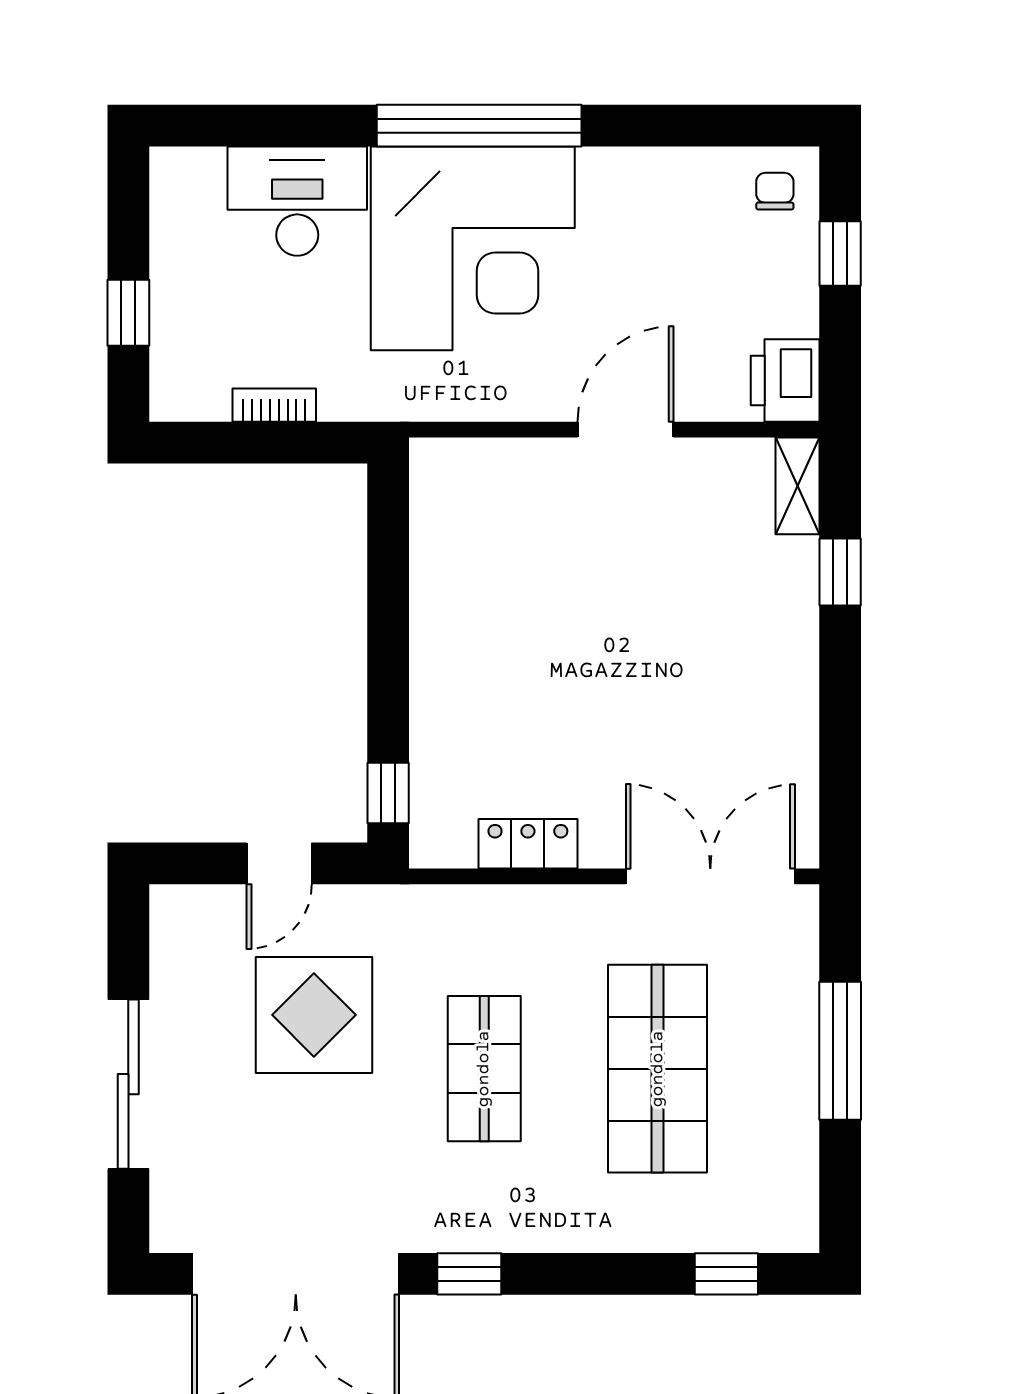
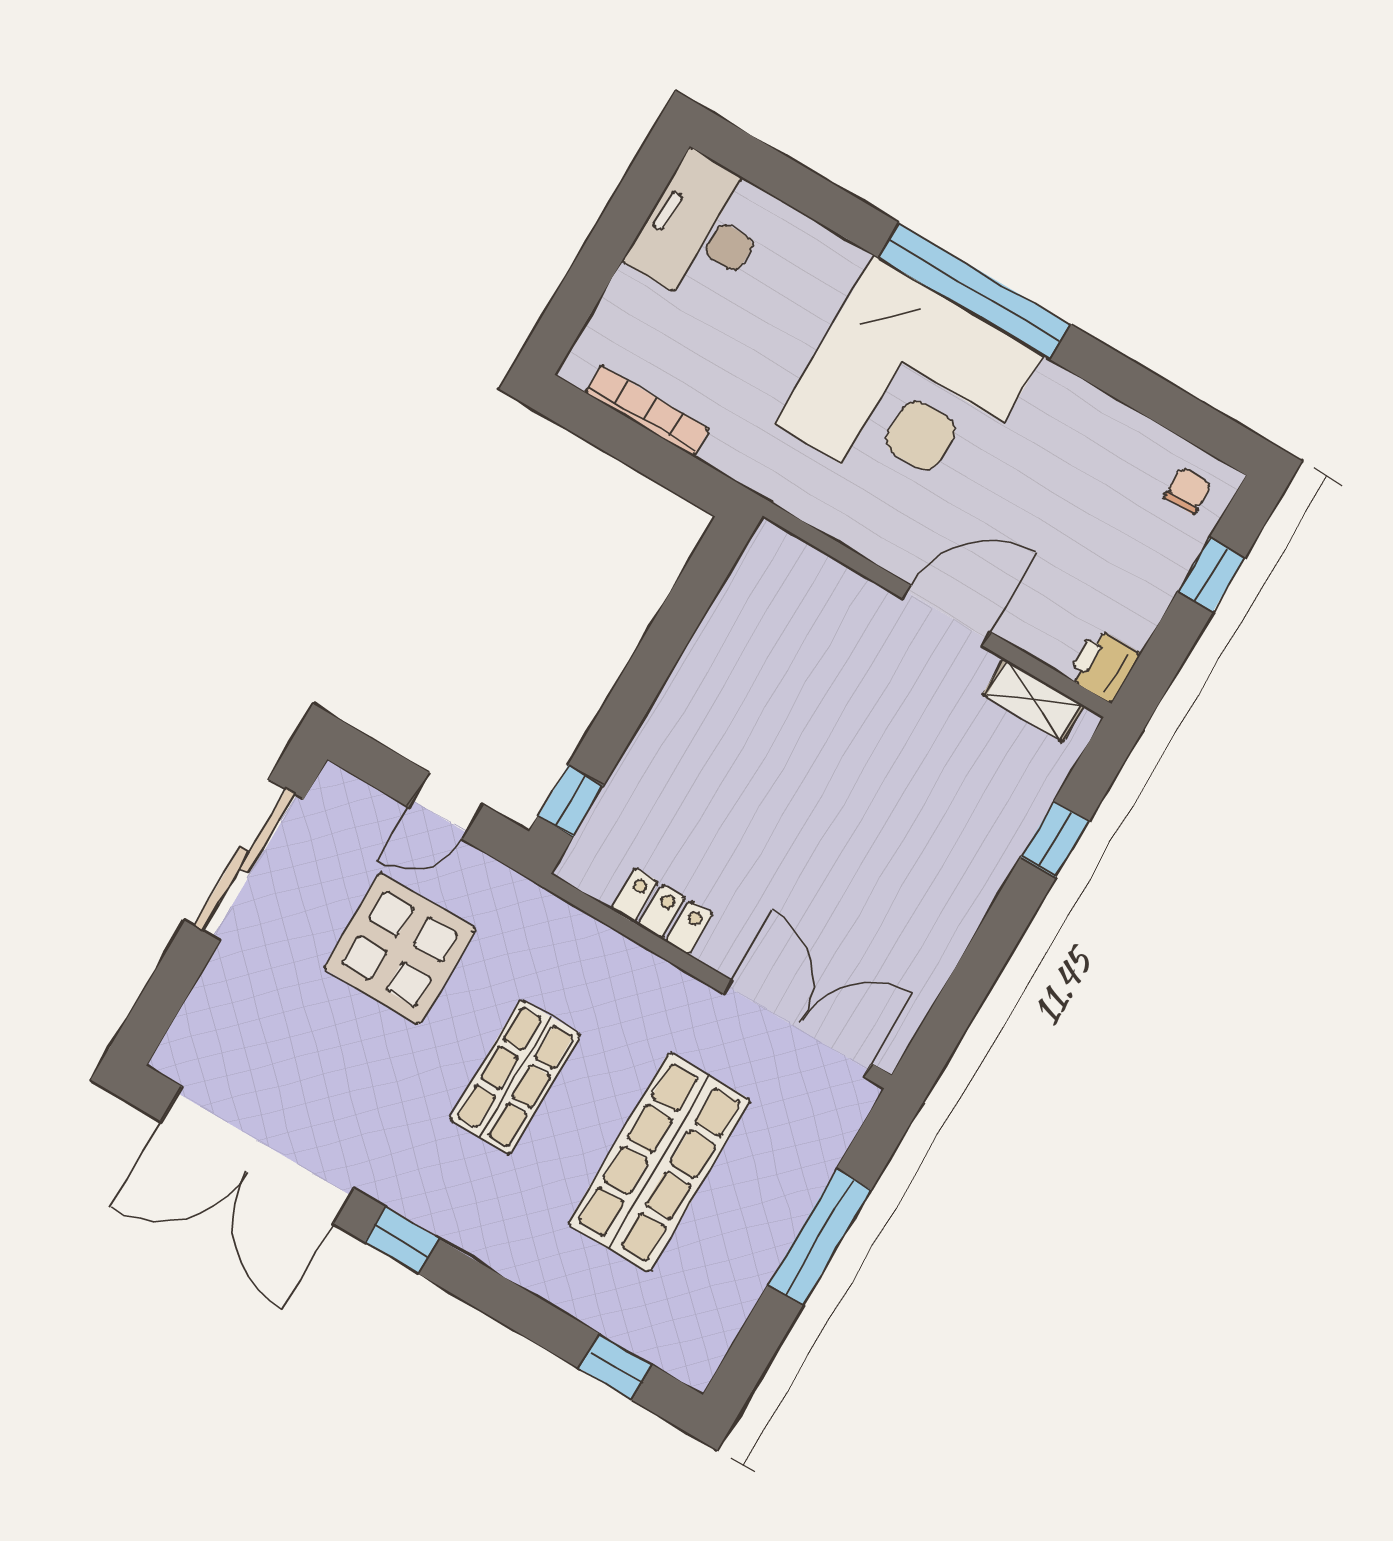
desk: (297, 201) -> (701, 231), moved, turned -90
window: (128, 313) -> (591, 274), removed
printer: (785, 380) -> (1103, 665), width x0.73, depth x0.81
bookcase: (274, 405) -> (647, 411), width x1.56
shelving: (797, 486) -> (1034, 700), moved, turned 90
sliding door: (128, 1084) -> (244, 860), moved

